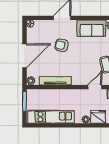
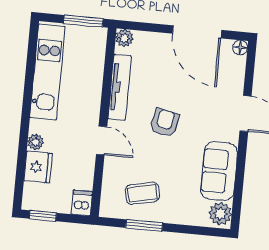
armchair: (62, 45) -> (165, 123), moved
door: (24, 56) -> (197, 32), moved
door: (95, 87) -> (102, 141), moved

